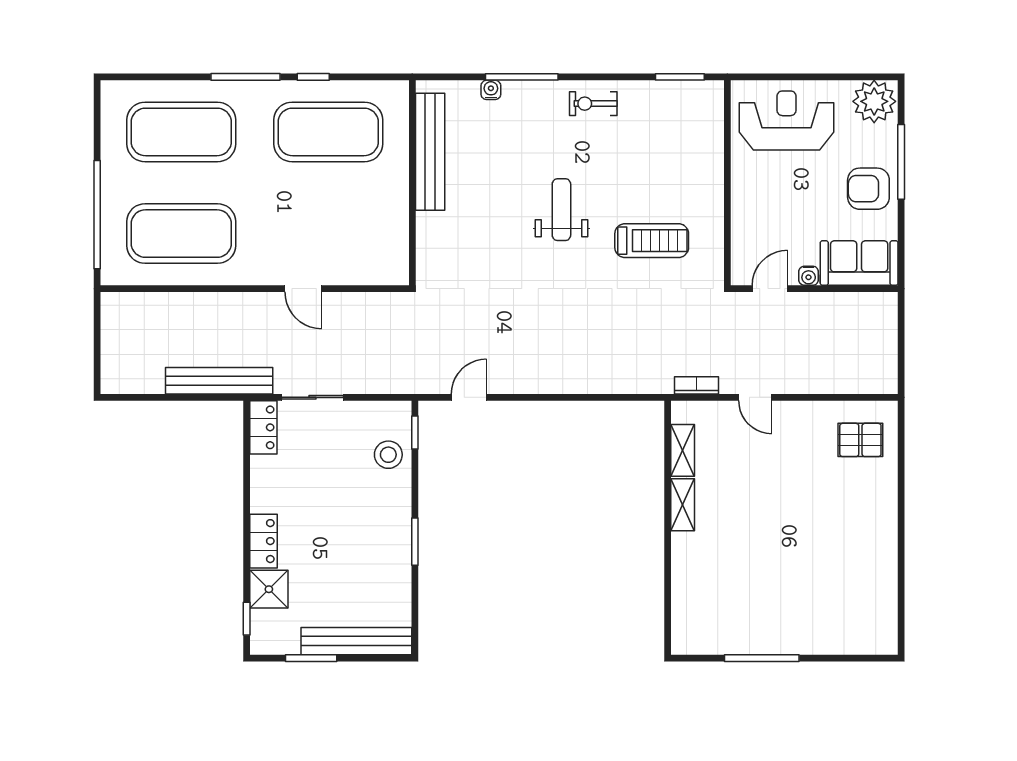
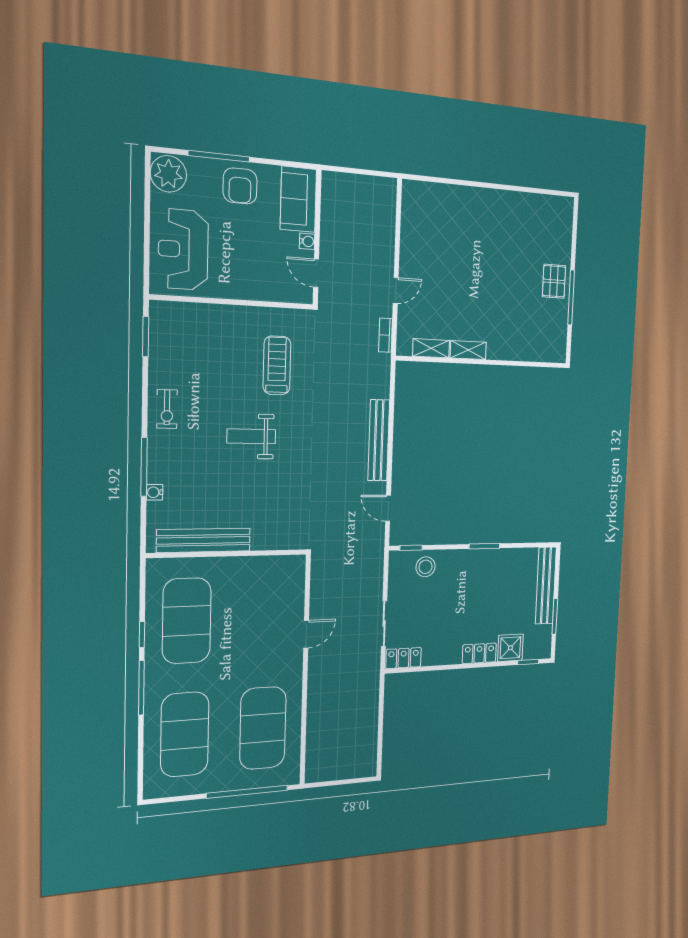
bench: (219, 381) -> (379, 440), moved
pallet: (860, 440) -> (554, 281), moved

